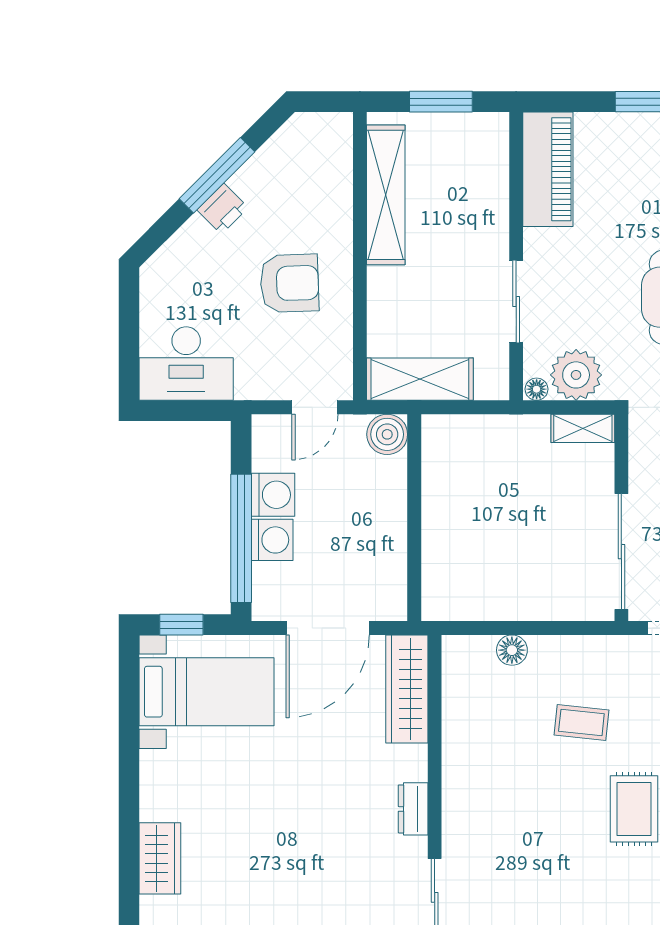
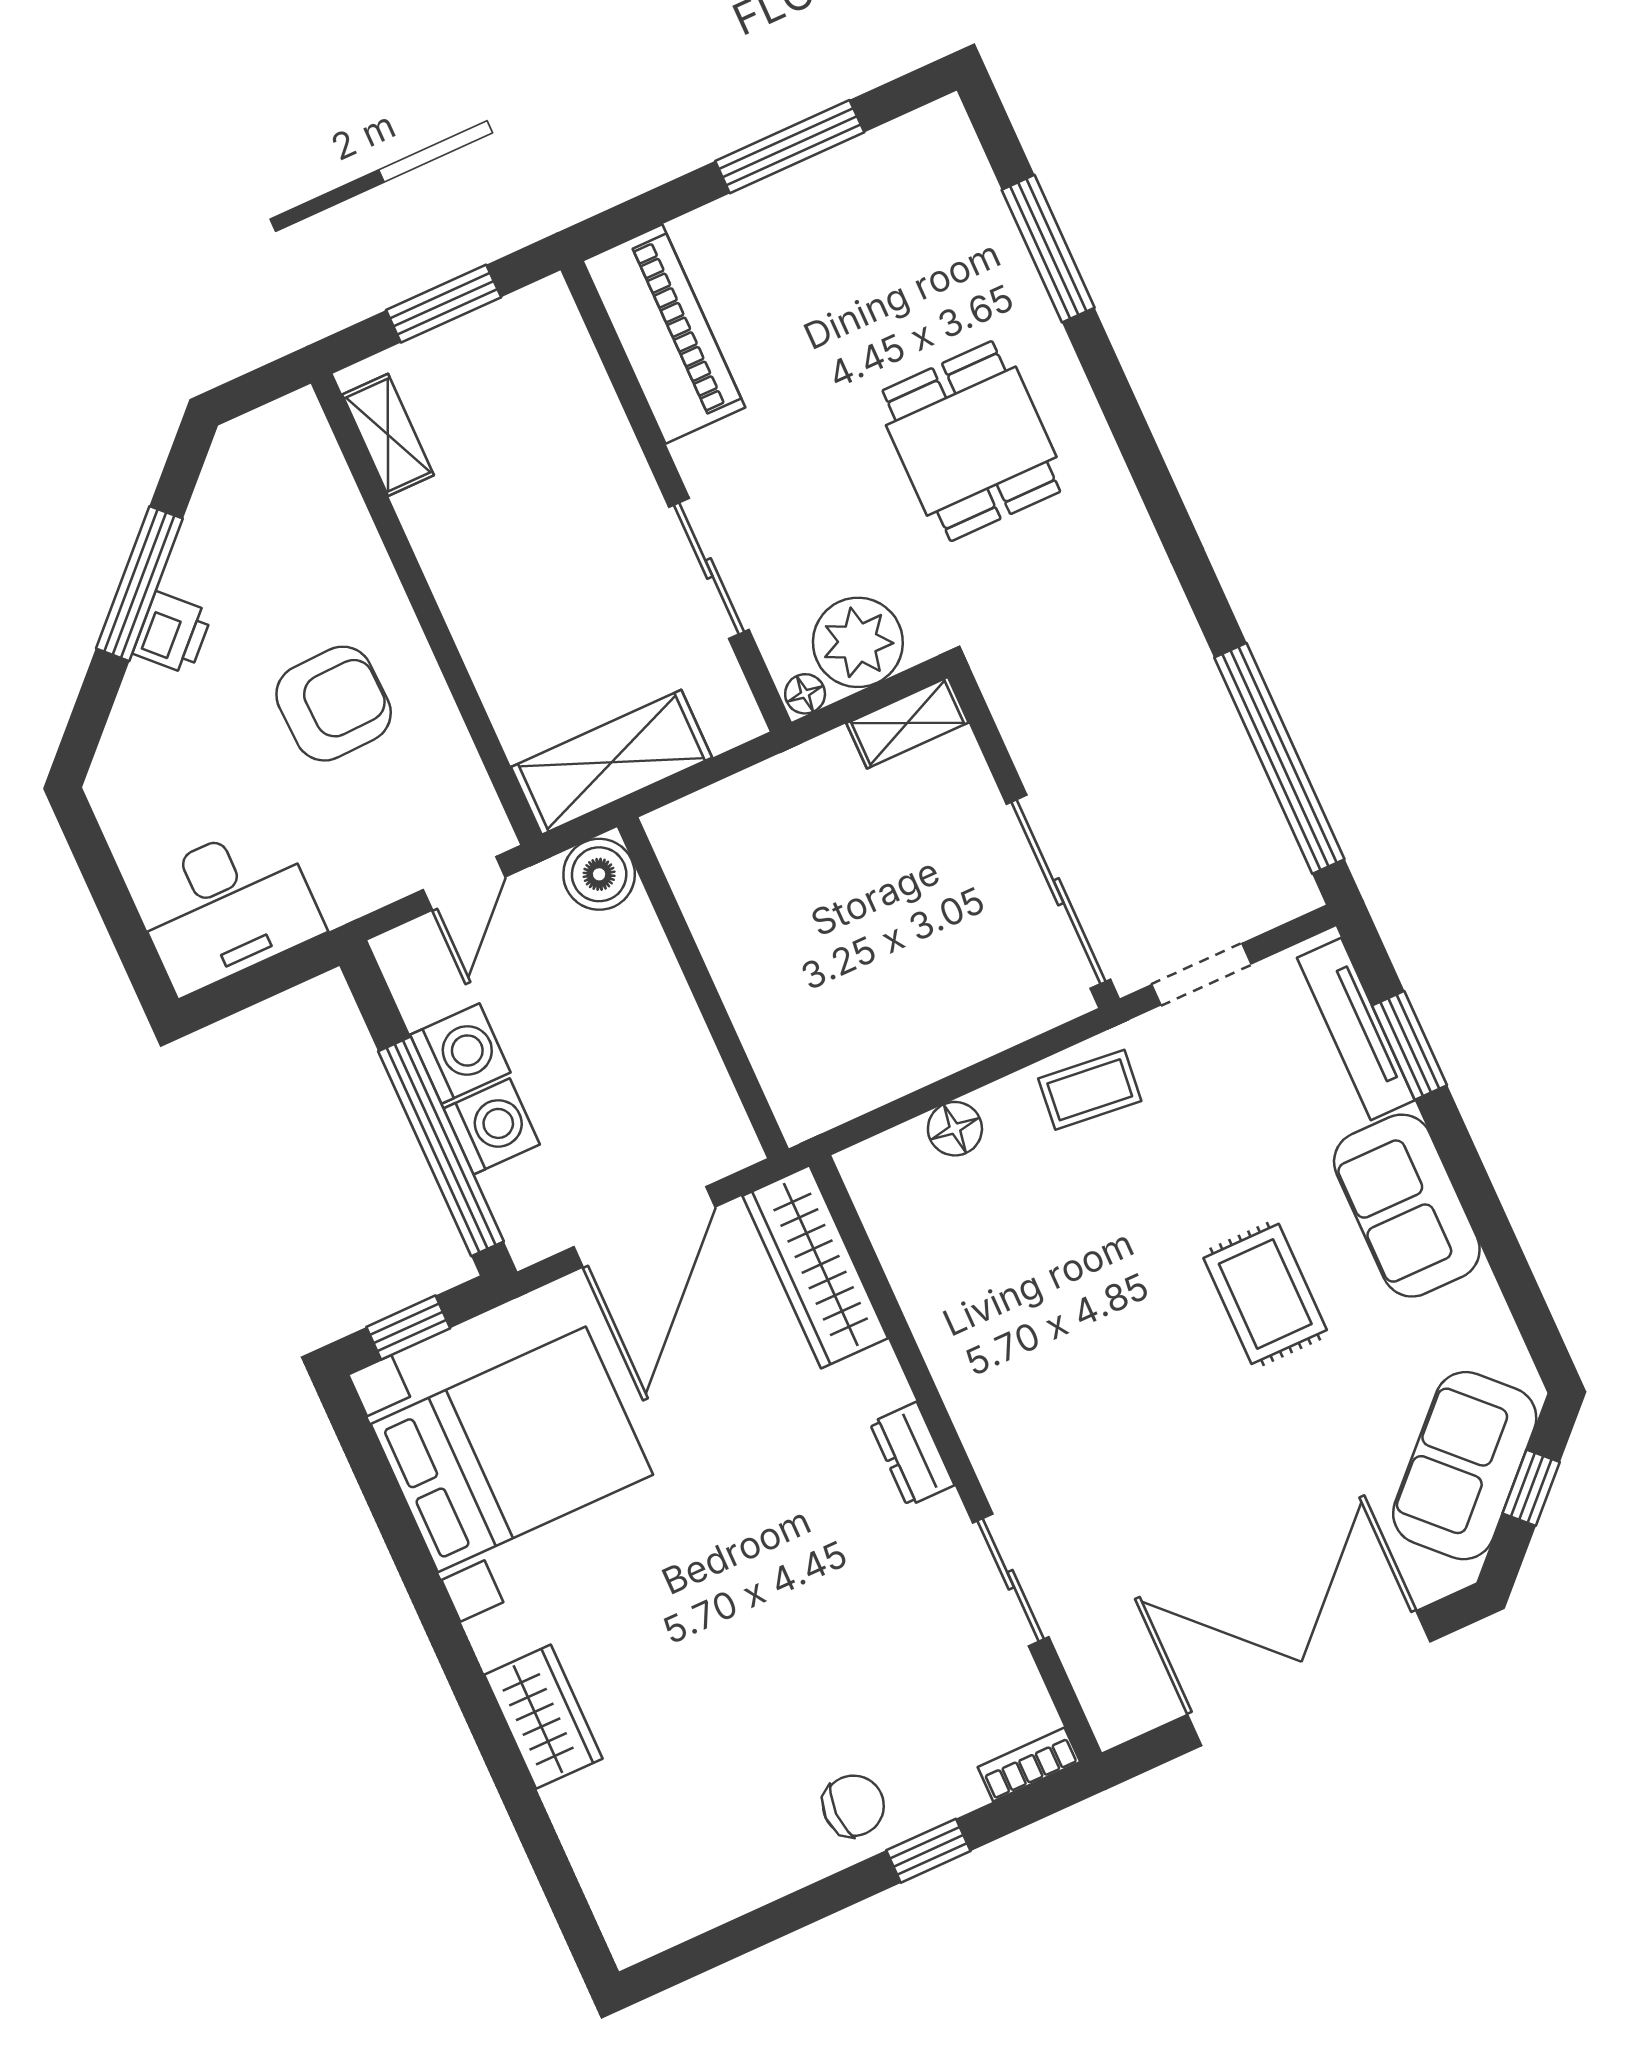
shelving: (386, 195) -> (388, 435), width x0.45, depth x0.75
bed with nightstands: (206, 692) -> (512, 1449), width x1.36
coffee table: (581, 722) -> (1090, 1090), moved

